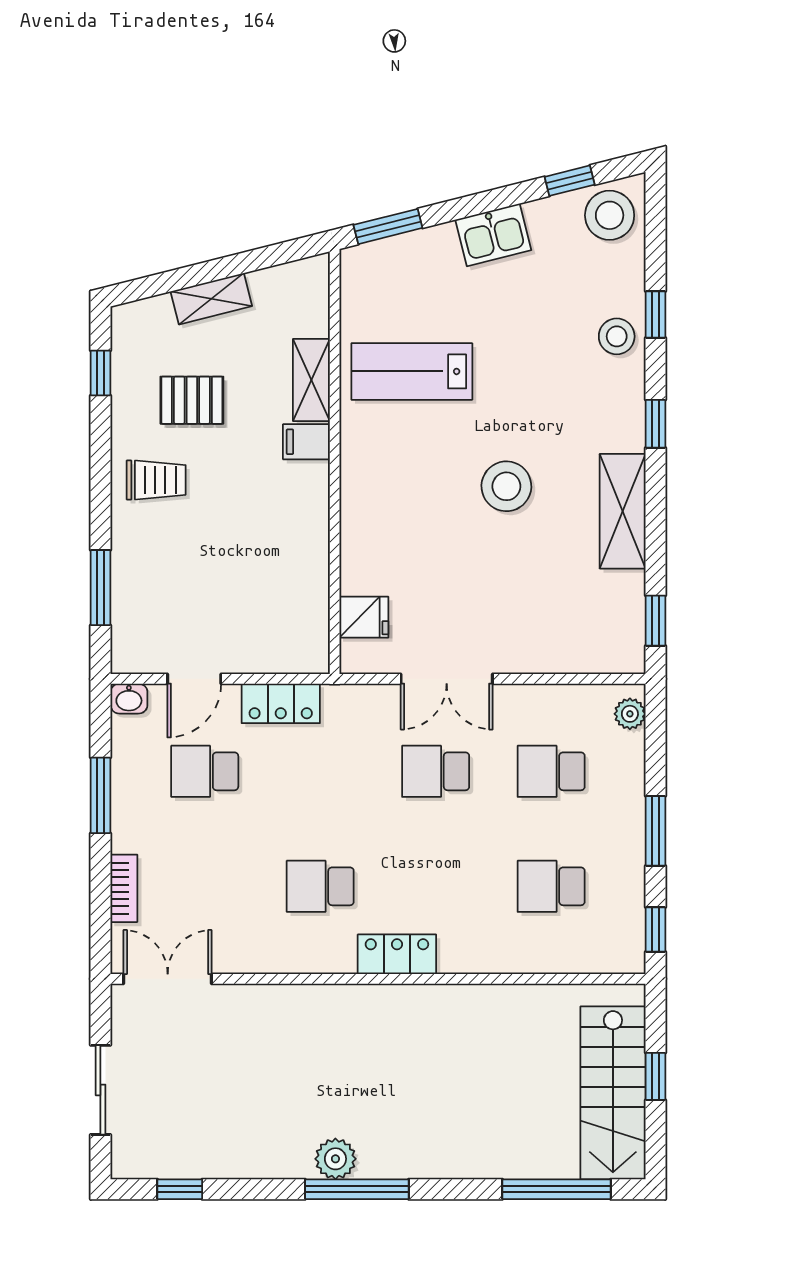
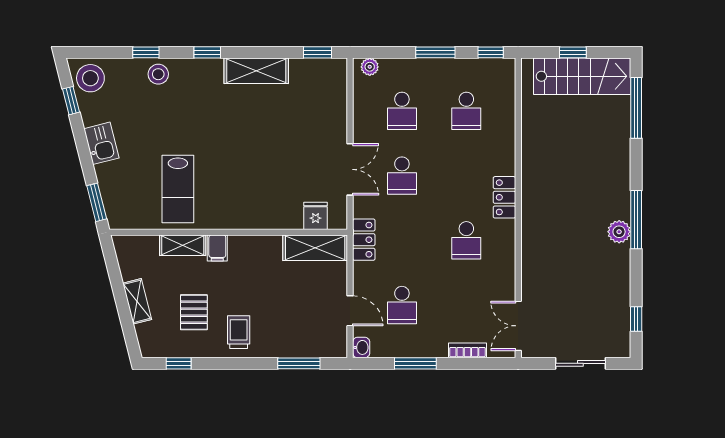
stool: (506, 486) -> (242, 136), removed
shelving: (307, 616) -> (315, 248), added
locker: (281, 703) -> (364, 240), moved

